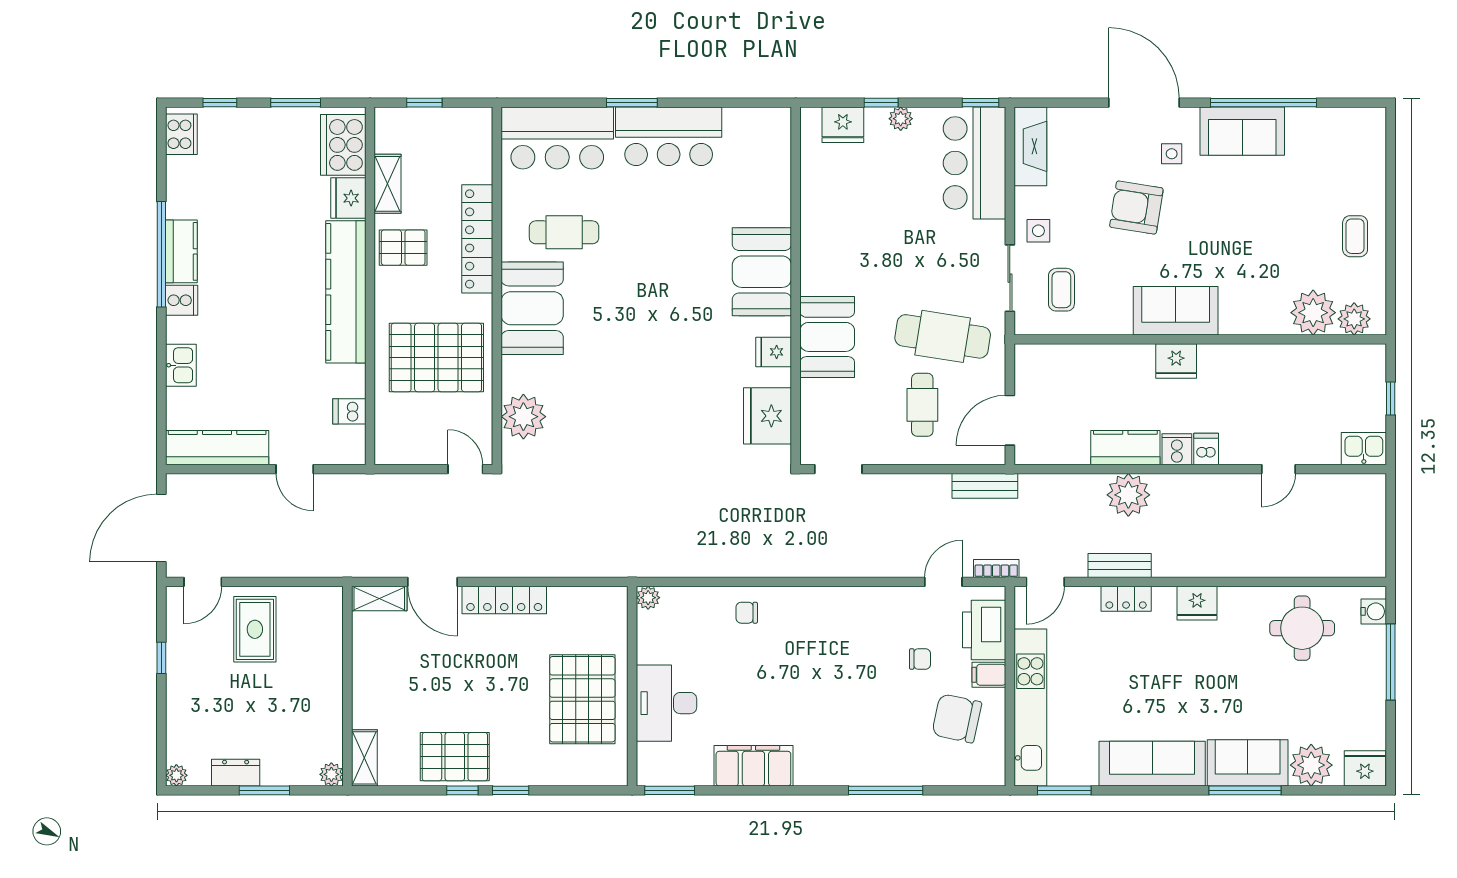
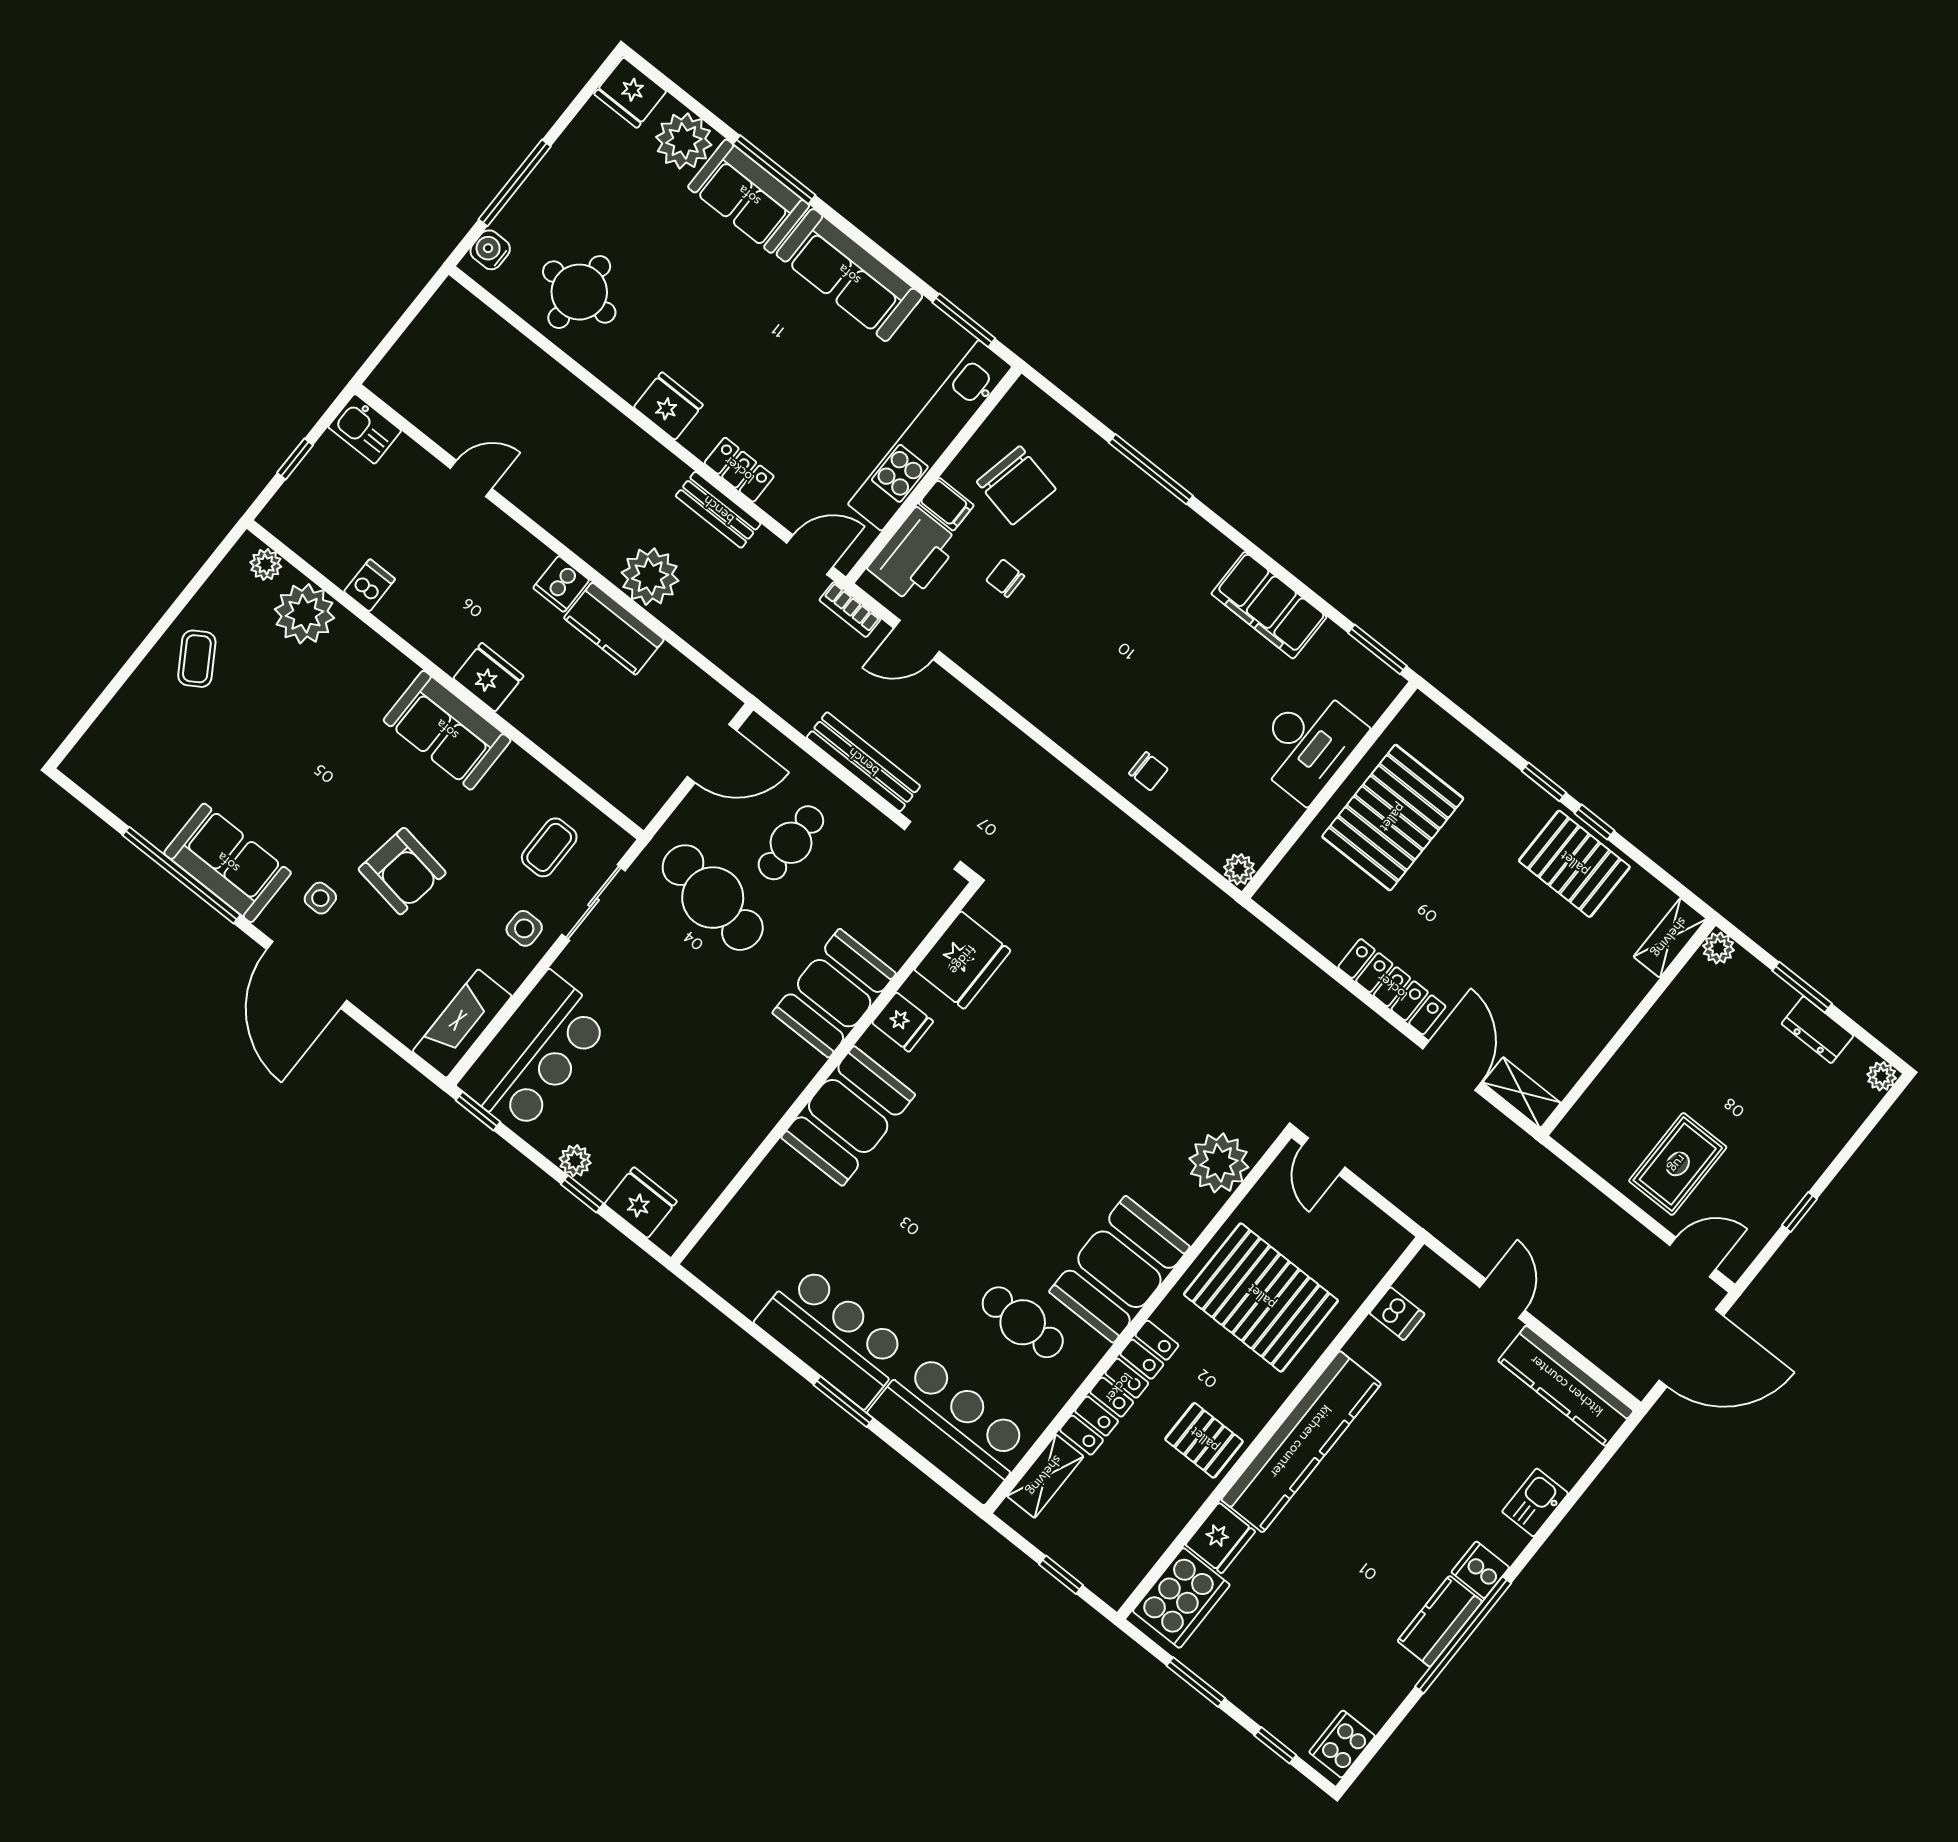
shelving: (388, 184) -> (1045, 1476), moved
coffee table: (1355, 236) -> (197, 659), turned -32
plant: (1354, 319) -> (266, 564), width x0.73, depth x0.73
dishwasher: (1206, 449) -> (370, 585), moved, turned 180
bench: (985, 486) -> (863, 762), moved, width x1.36

